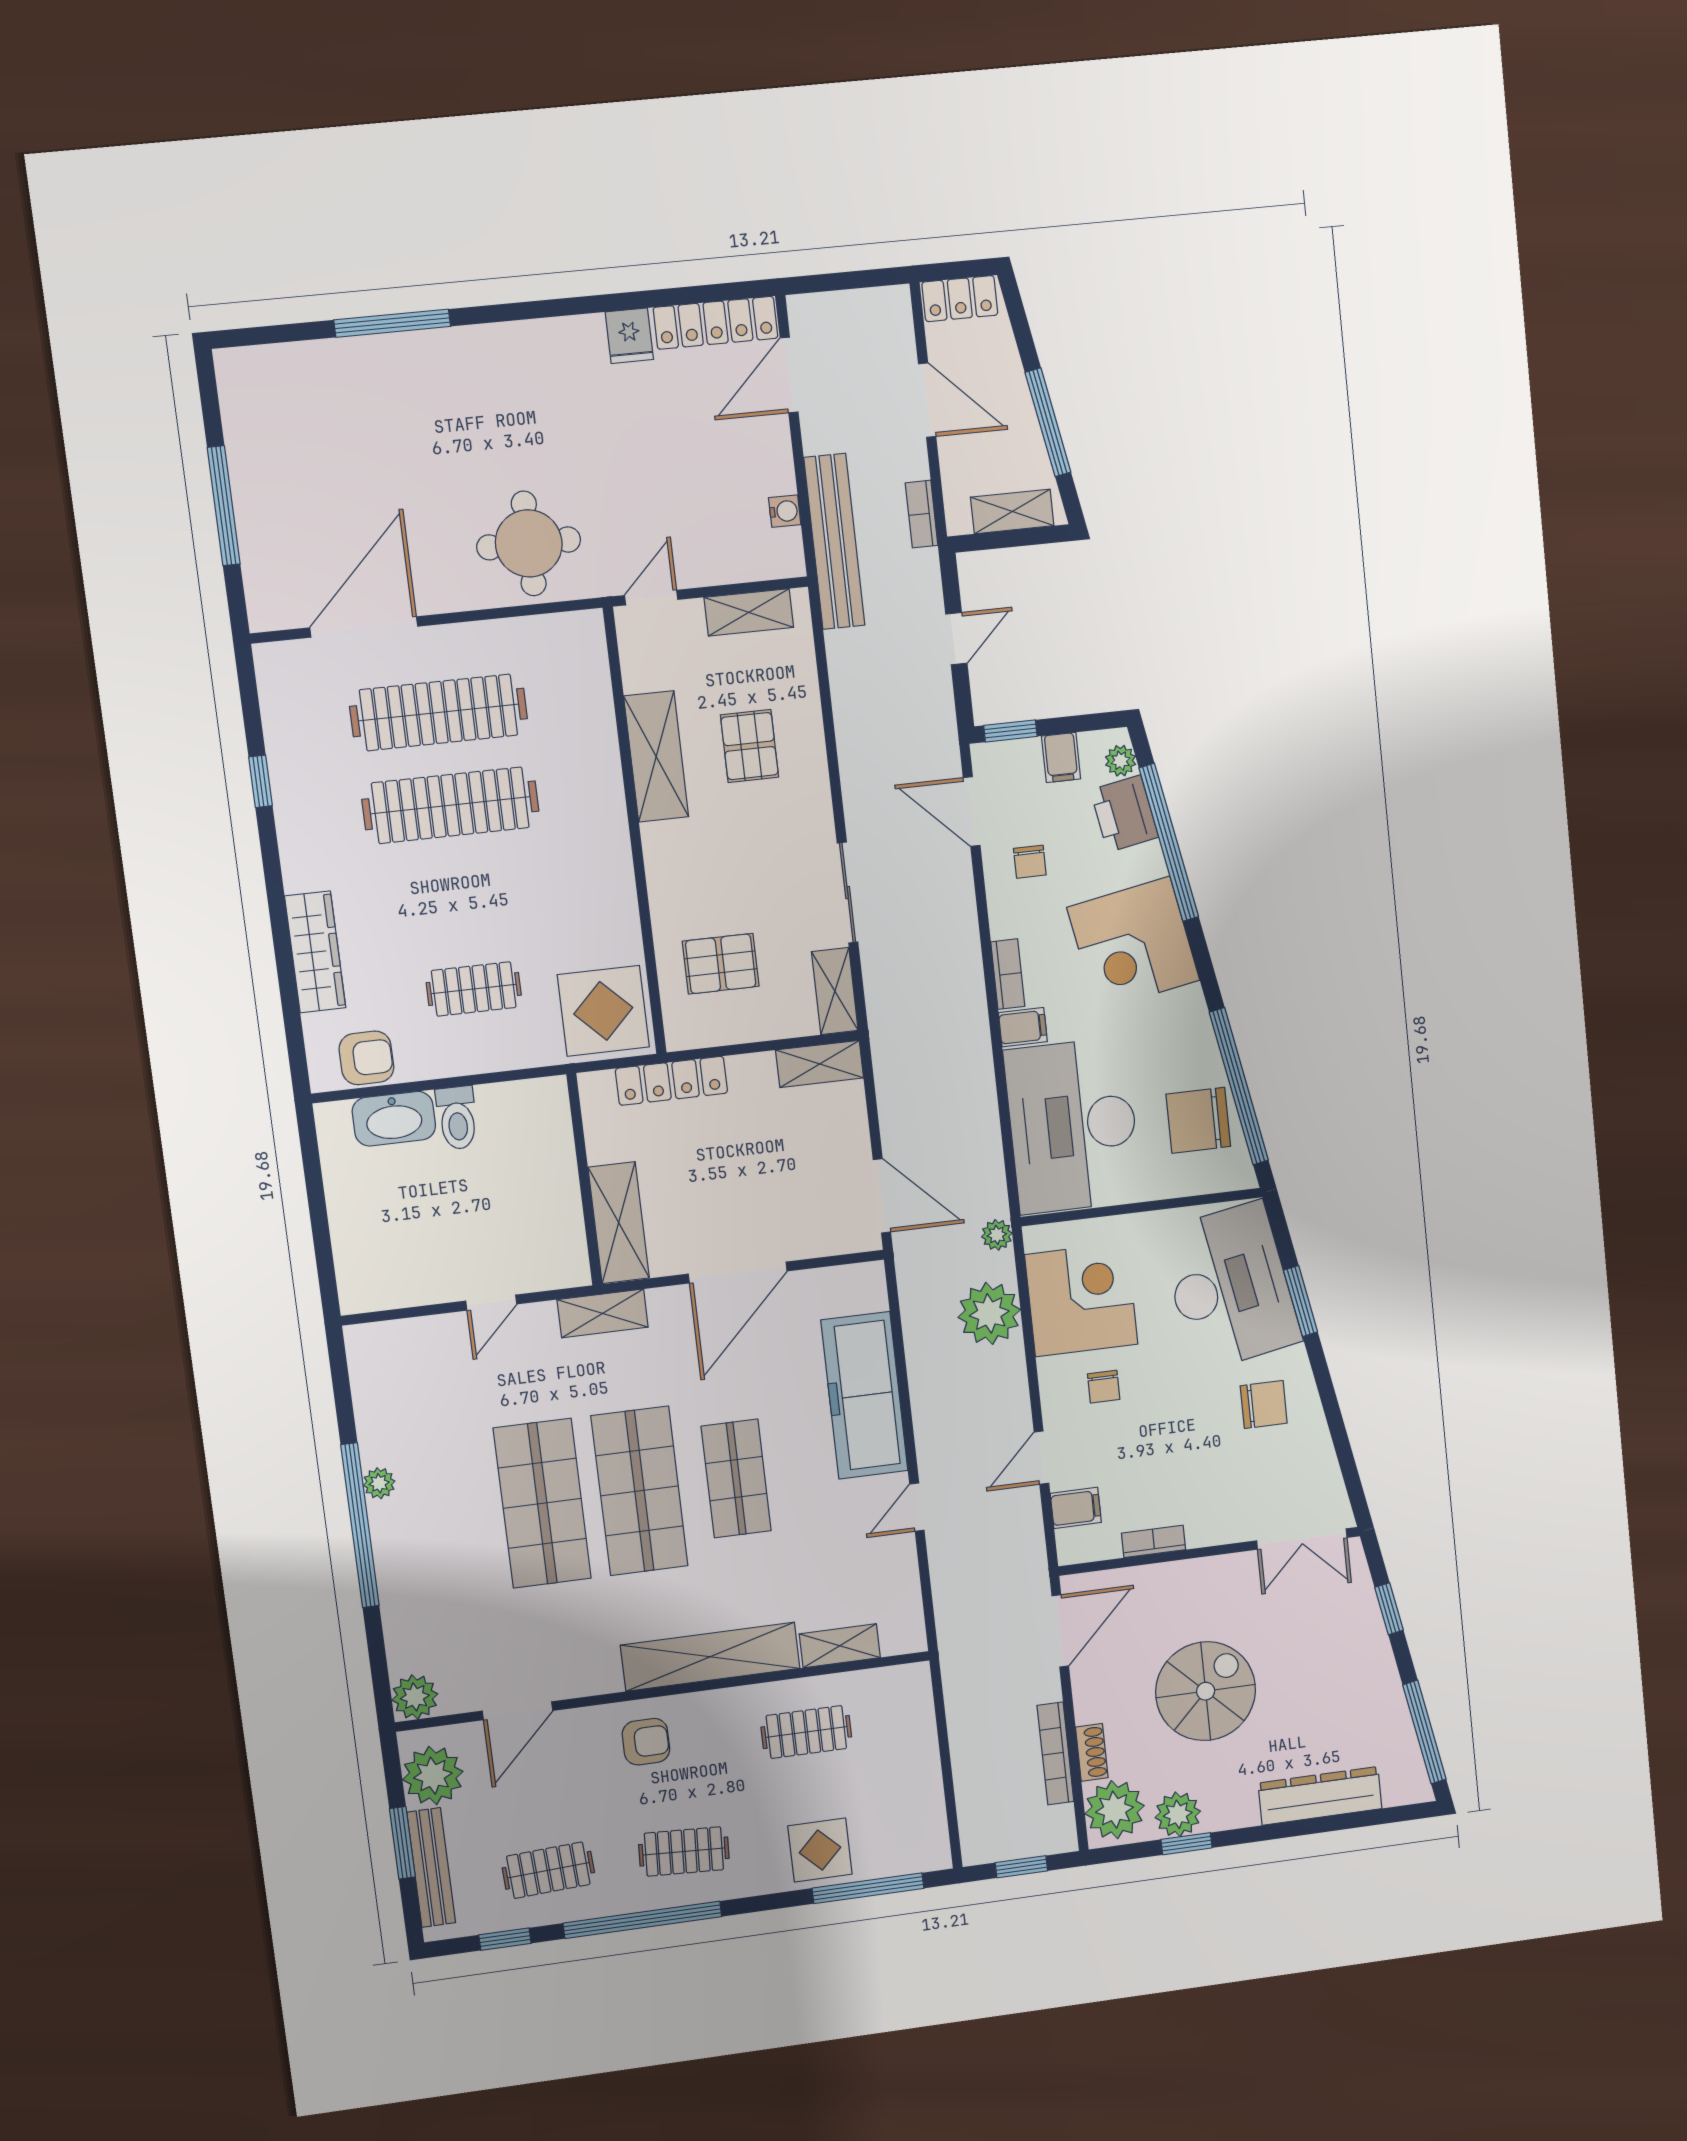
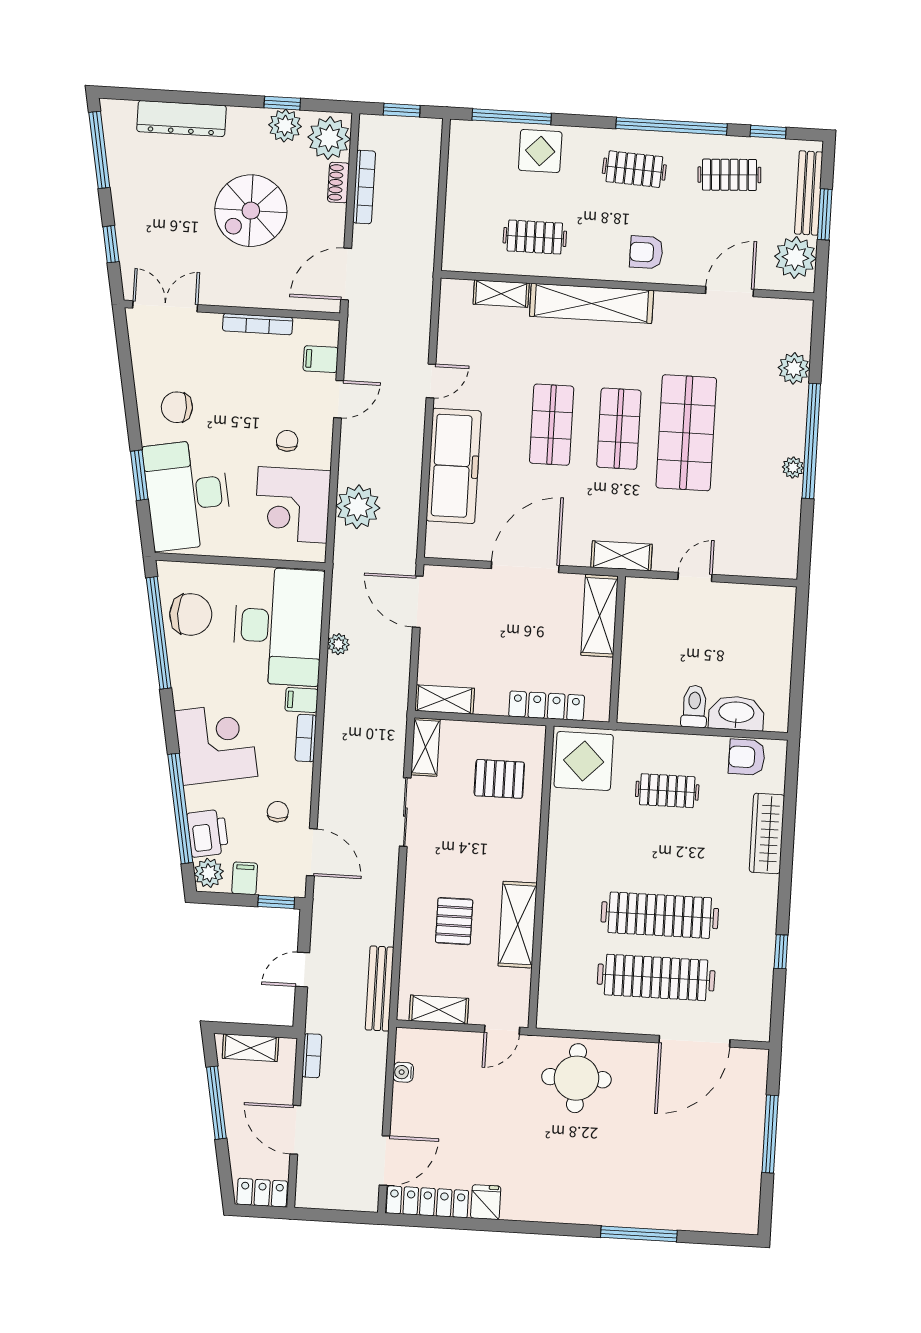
bench: (834, 542) -> (380, 989), moved, width x0.73, depth x0.82
plant: (1121, 761) -> (209, 873), width x1.38, depth x1.38
plant: (997, 1235) -> (338, 644), moved
shop shelf: (639, 1491) -> (619, 429), width x0.70, depth x0.74
bookcase: (1154, 1541) -> (258, 324), width x1.56
plant: (415, 1697) -> (794, 368), moved

